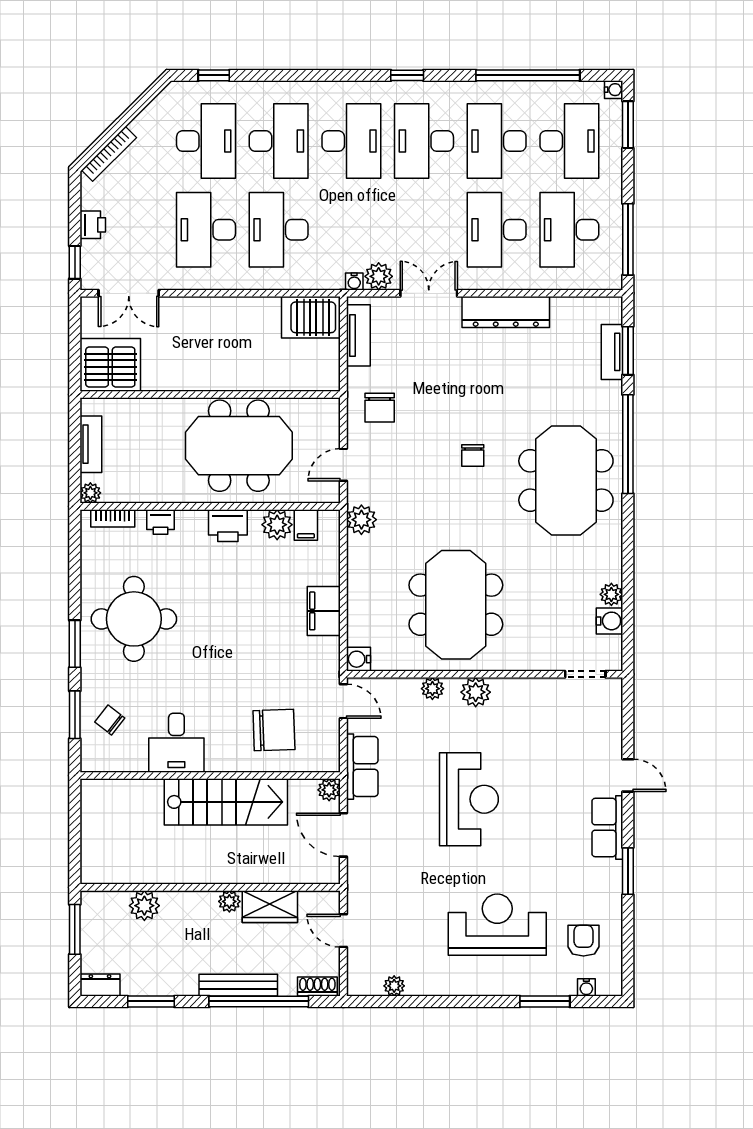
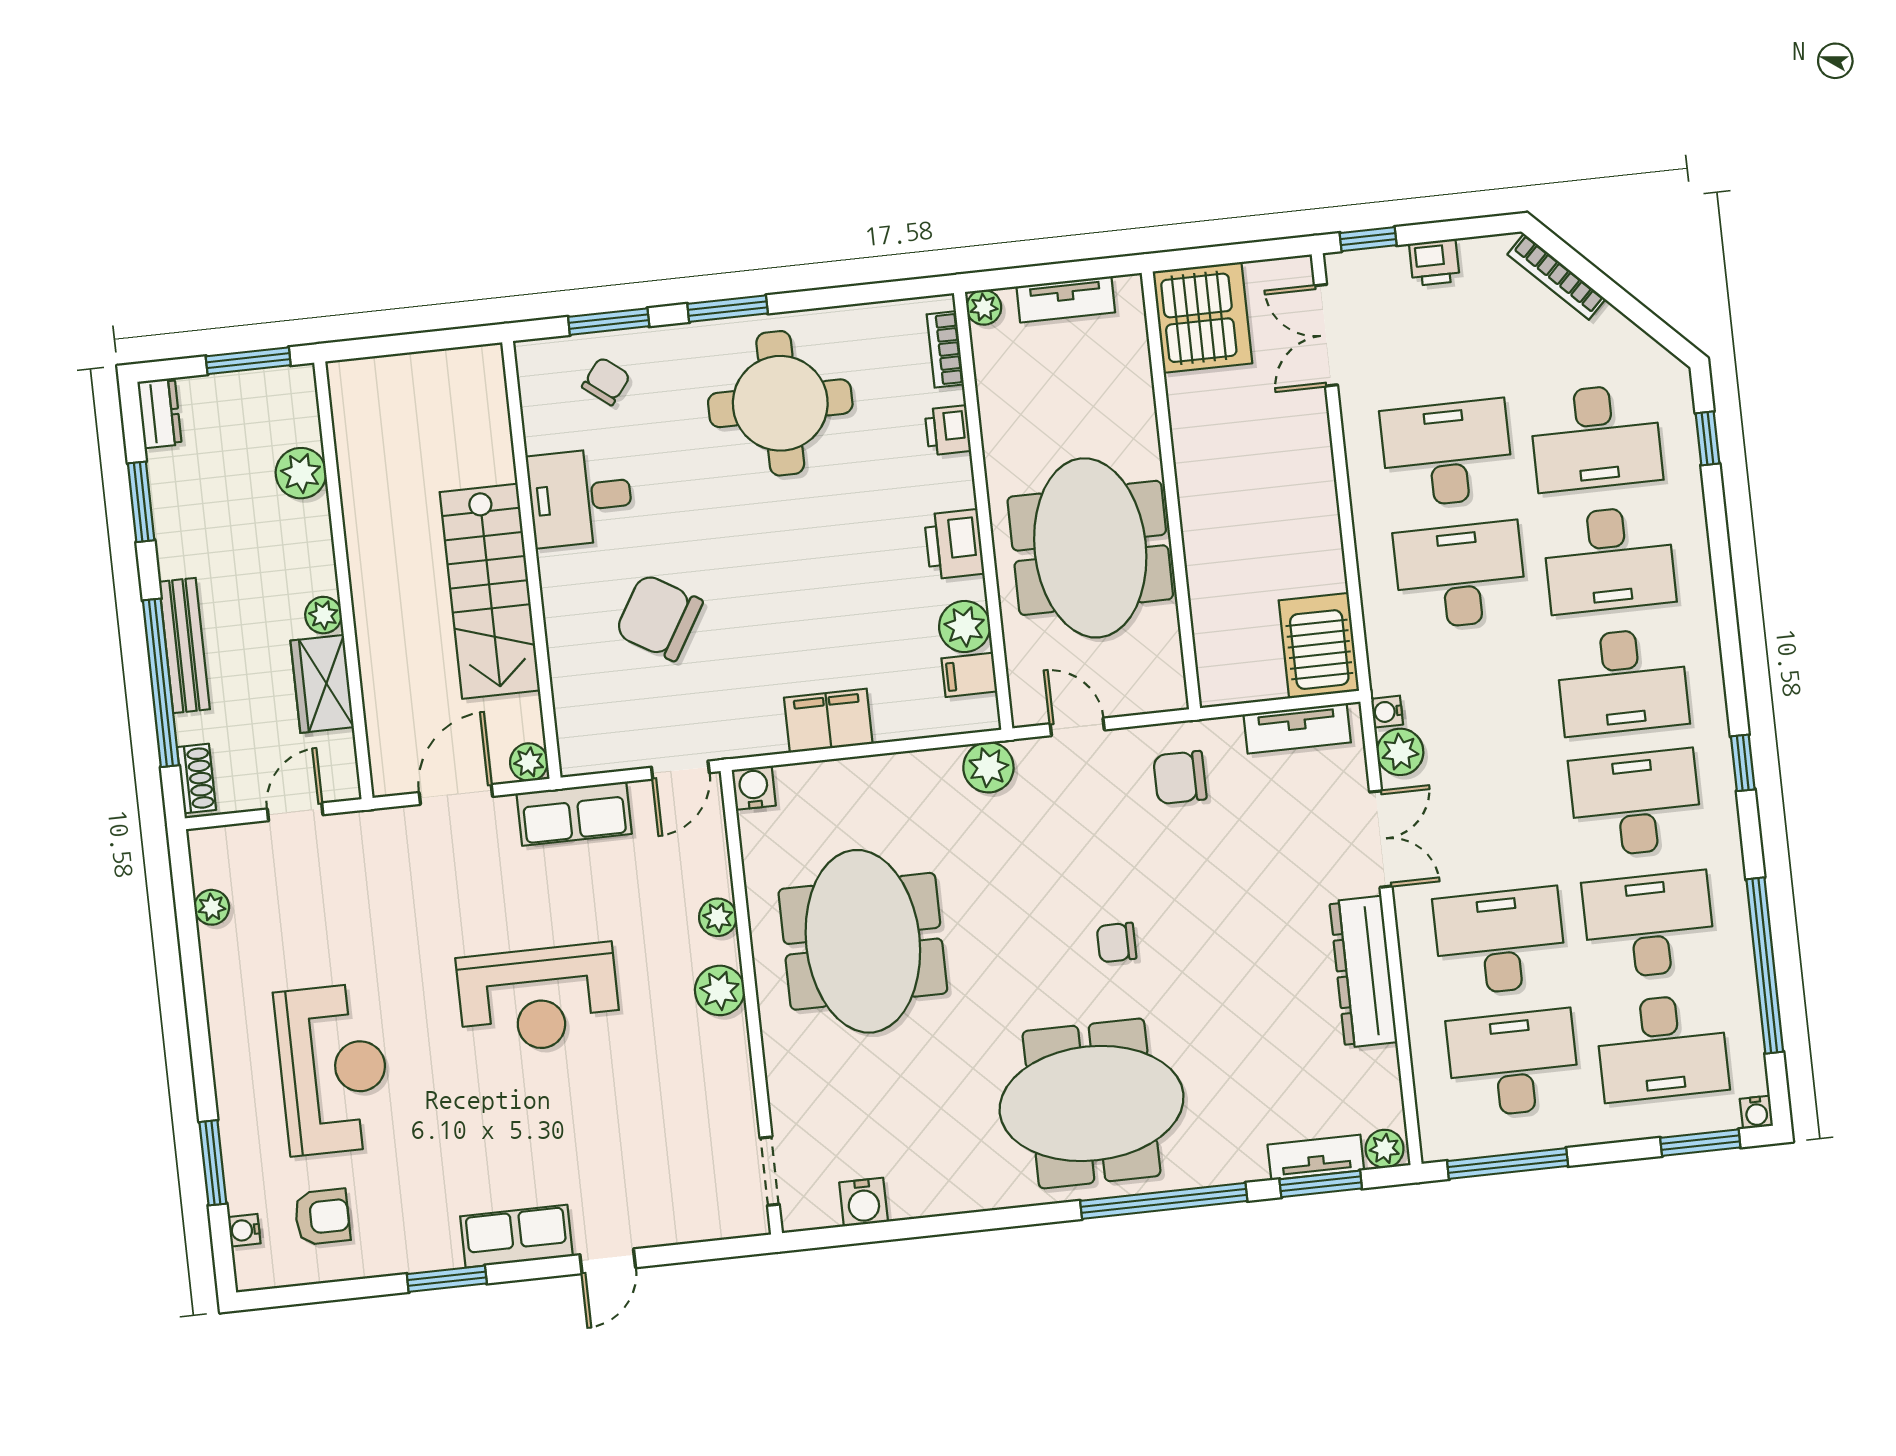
plant: (611, 594) -> (1385, 1149), moved
meeting table: (456, 605) -> (863, 941), turned 90
chair: (274, 730) -> (659, 617), moved, turned 123

